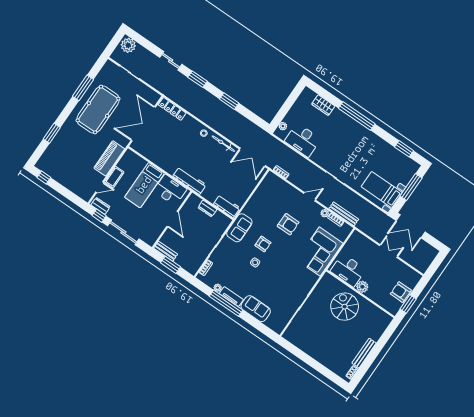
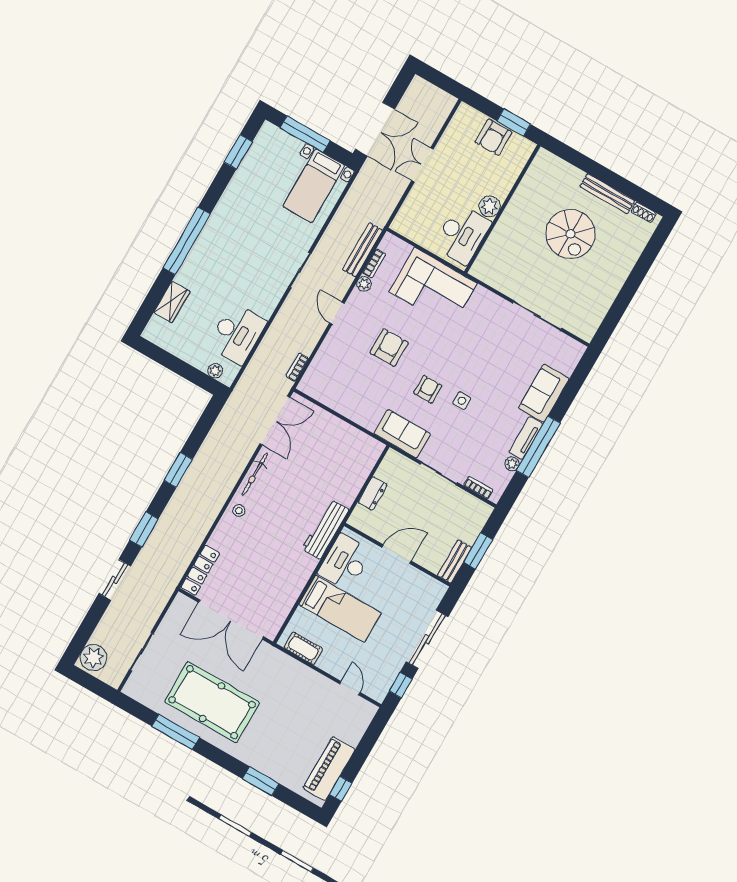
piano: (109, 158) -> (329, 769), moved, turned 90
cot: (114, 177) -> (303, 648), moved
dresser: (101, 206) -> (383, 684), removed
workbench: (227, 206) -> (365, 459), removed
spiral stairs: (345, 307) -> (570, 234), moved, turned -90

